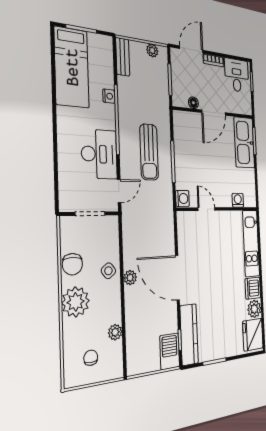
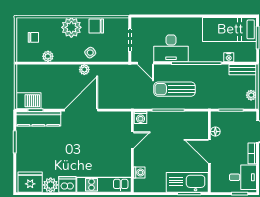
nightstand: (109, 96) -> (229, 57), moved

